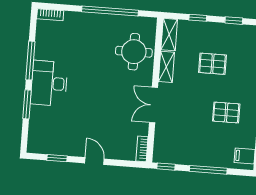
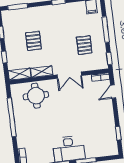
pallet: (226, 112) -> (84, 45), moved
door: (94, 161) -> (113, 92), moved

